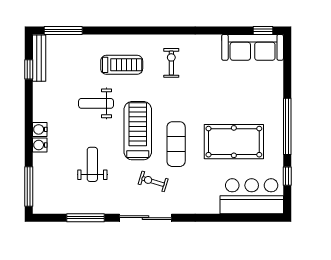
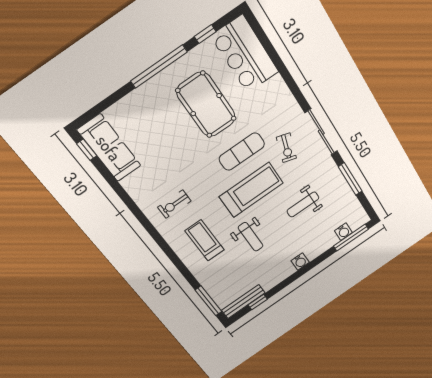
treadmill: (138, 131) -> (251, 190), turned 180
water cooler: (40, 145) -> (343, 232), moved

